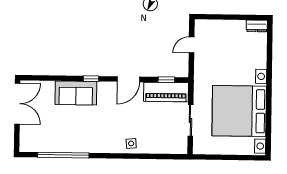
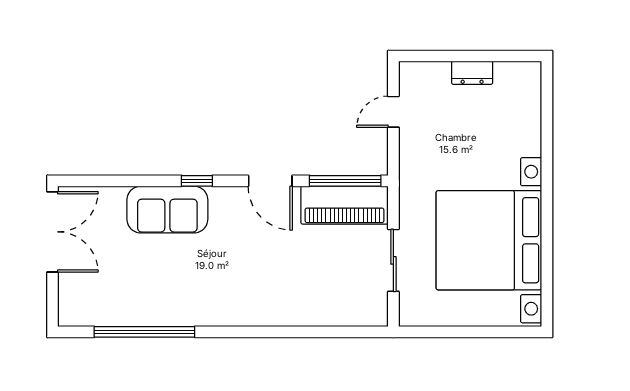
dresser: (257, 26) -> (472, 73), moved
door: (128, 79) -> (270, 181), hinge flipped
window: (166, 80) -> (345, 181), width x2.17
side table: (131, 143) -> (277, 307), removed

